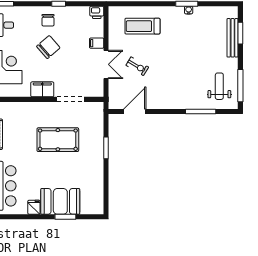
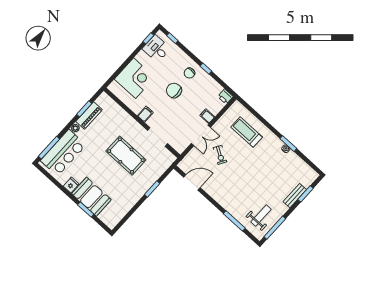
bench: (233, 38) -> (295, 196), width x0.73
chair: (48, 47) -> (174, 90), turned -139
filing cabinet: (42, 89) -> (145, 114), width x0.50

